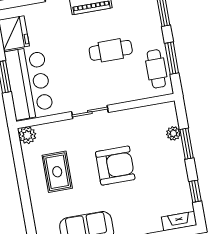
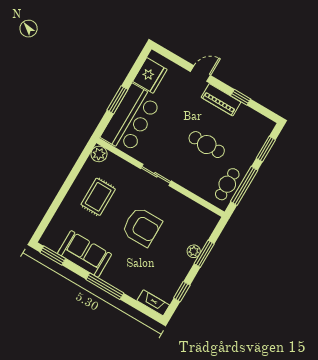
window: (172, 58) -> (244, 186), width x1.44
plant: (173, 133) -> (194, 251), moved

